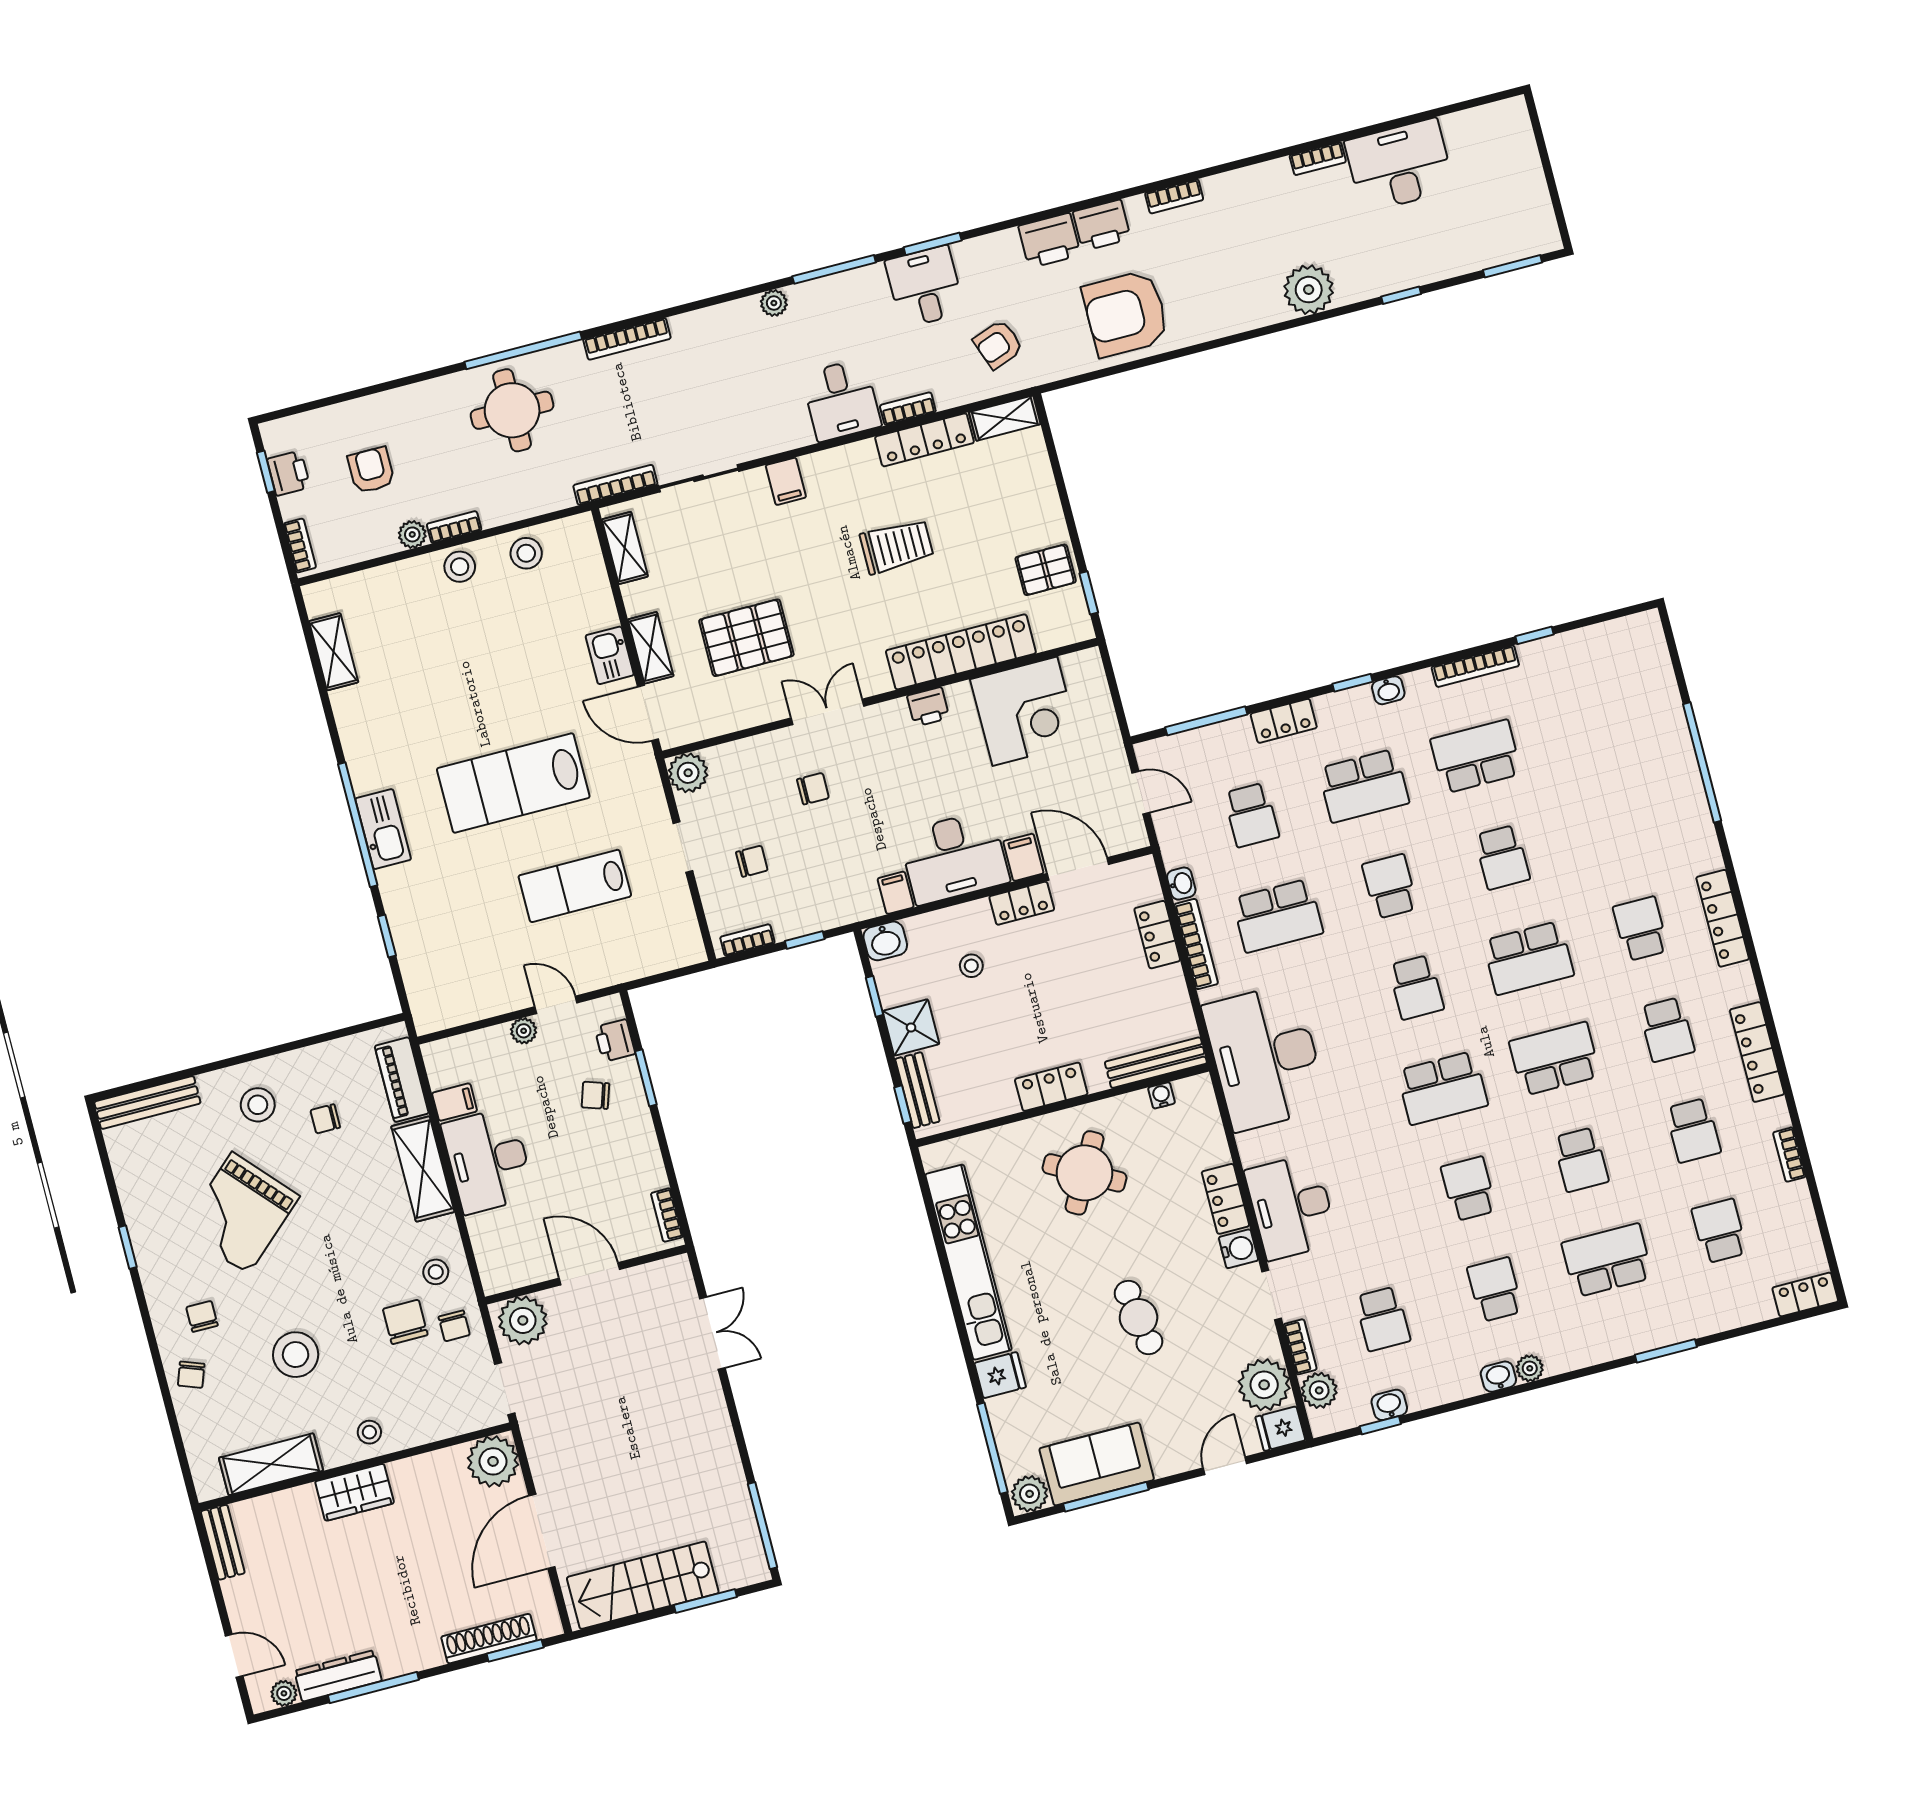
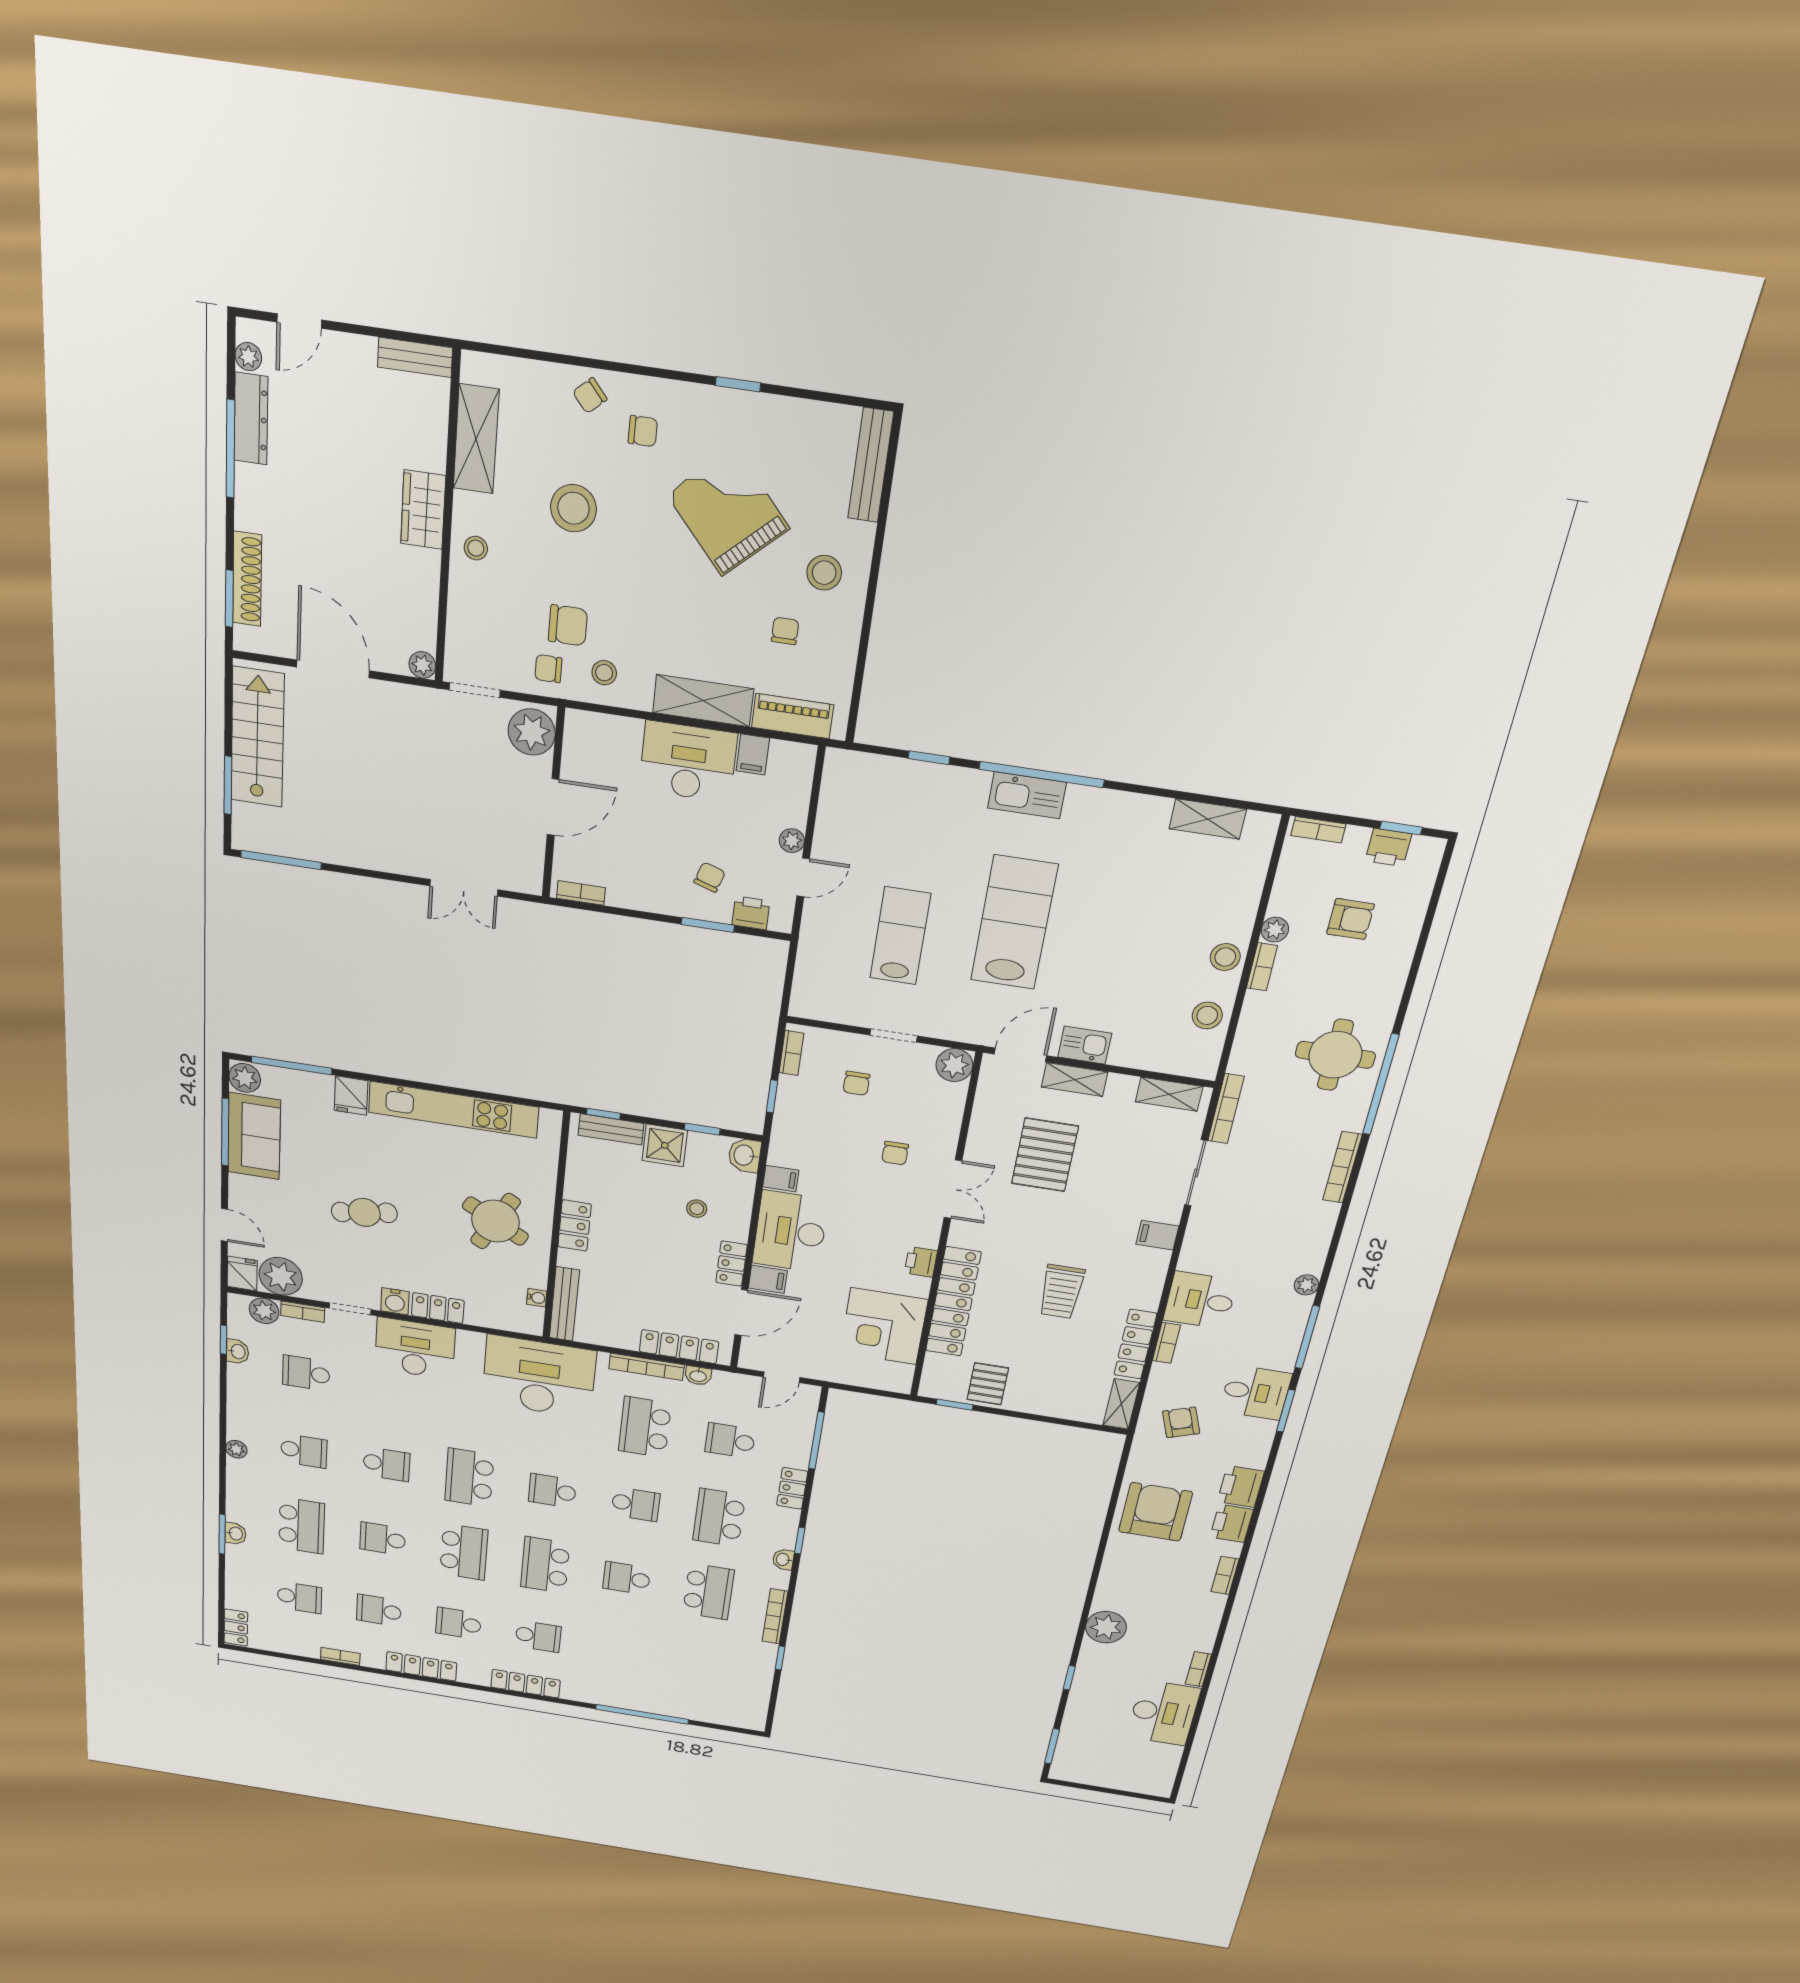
locker: (1157, 935) -> (679, 1347), width x1.53
chair: (191, 1375) -> (590, 396), turned -61
washbasin: (1498, 1377) -> (235, 1533), moved
plant: (493, 1461) -> (422, 665), width x0.53, depth x0.53

